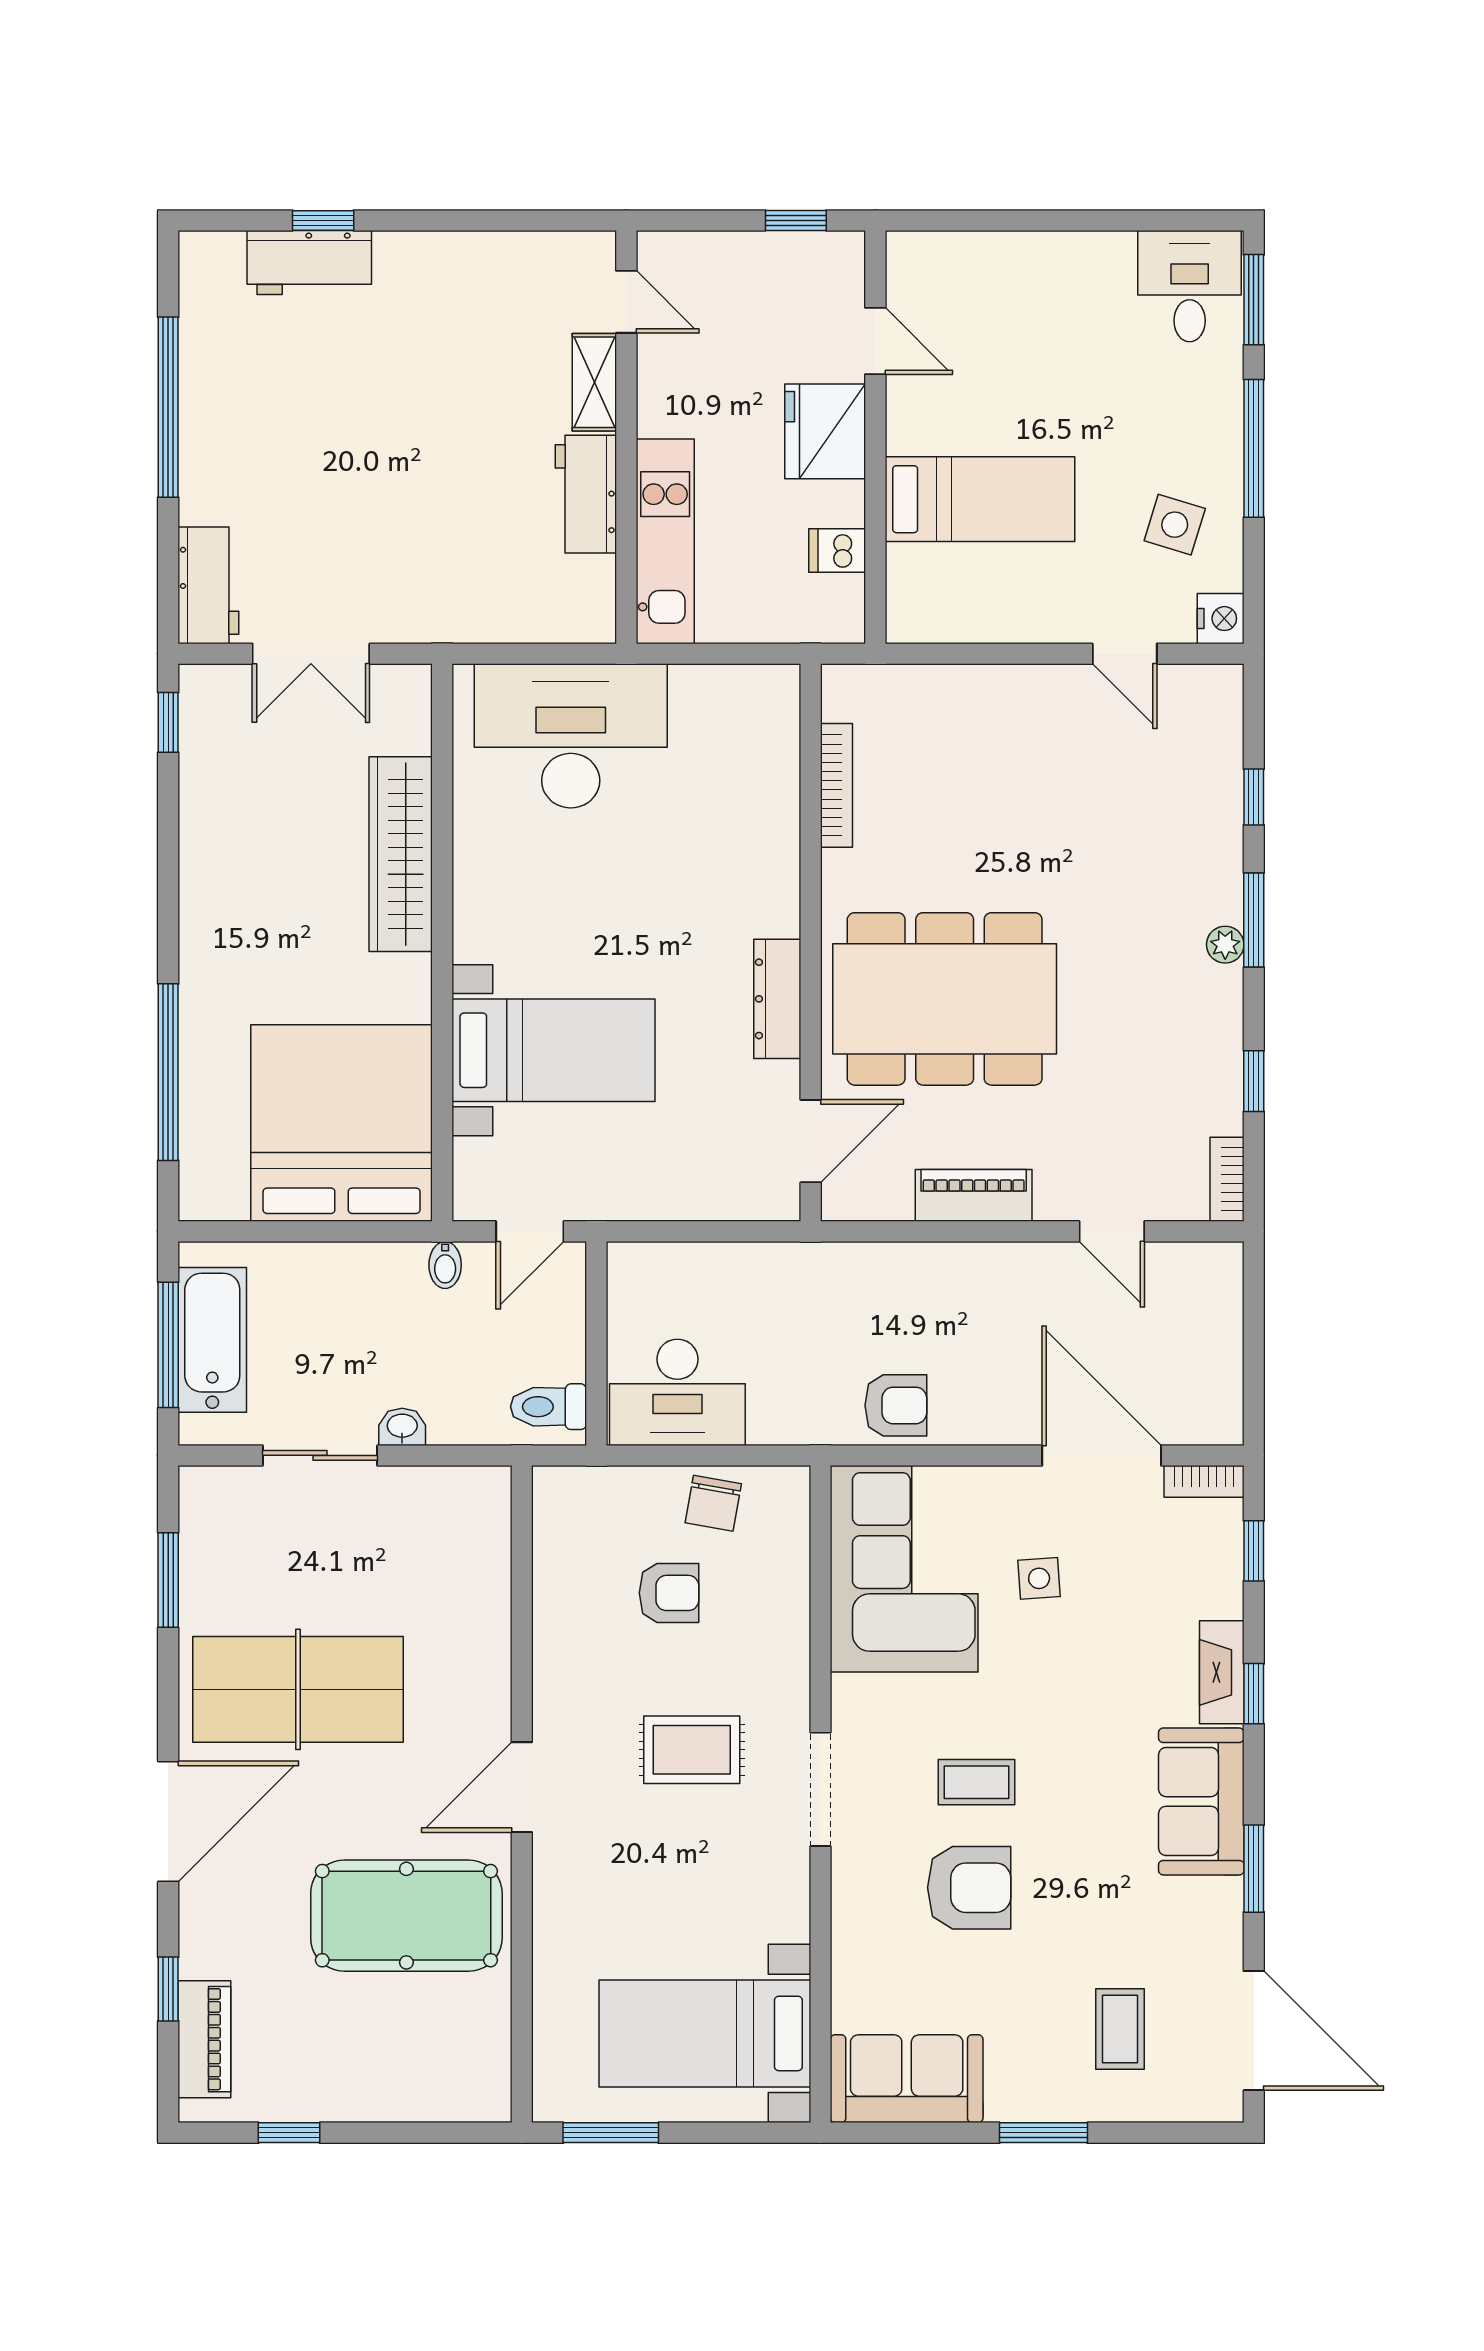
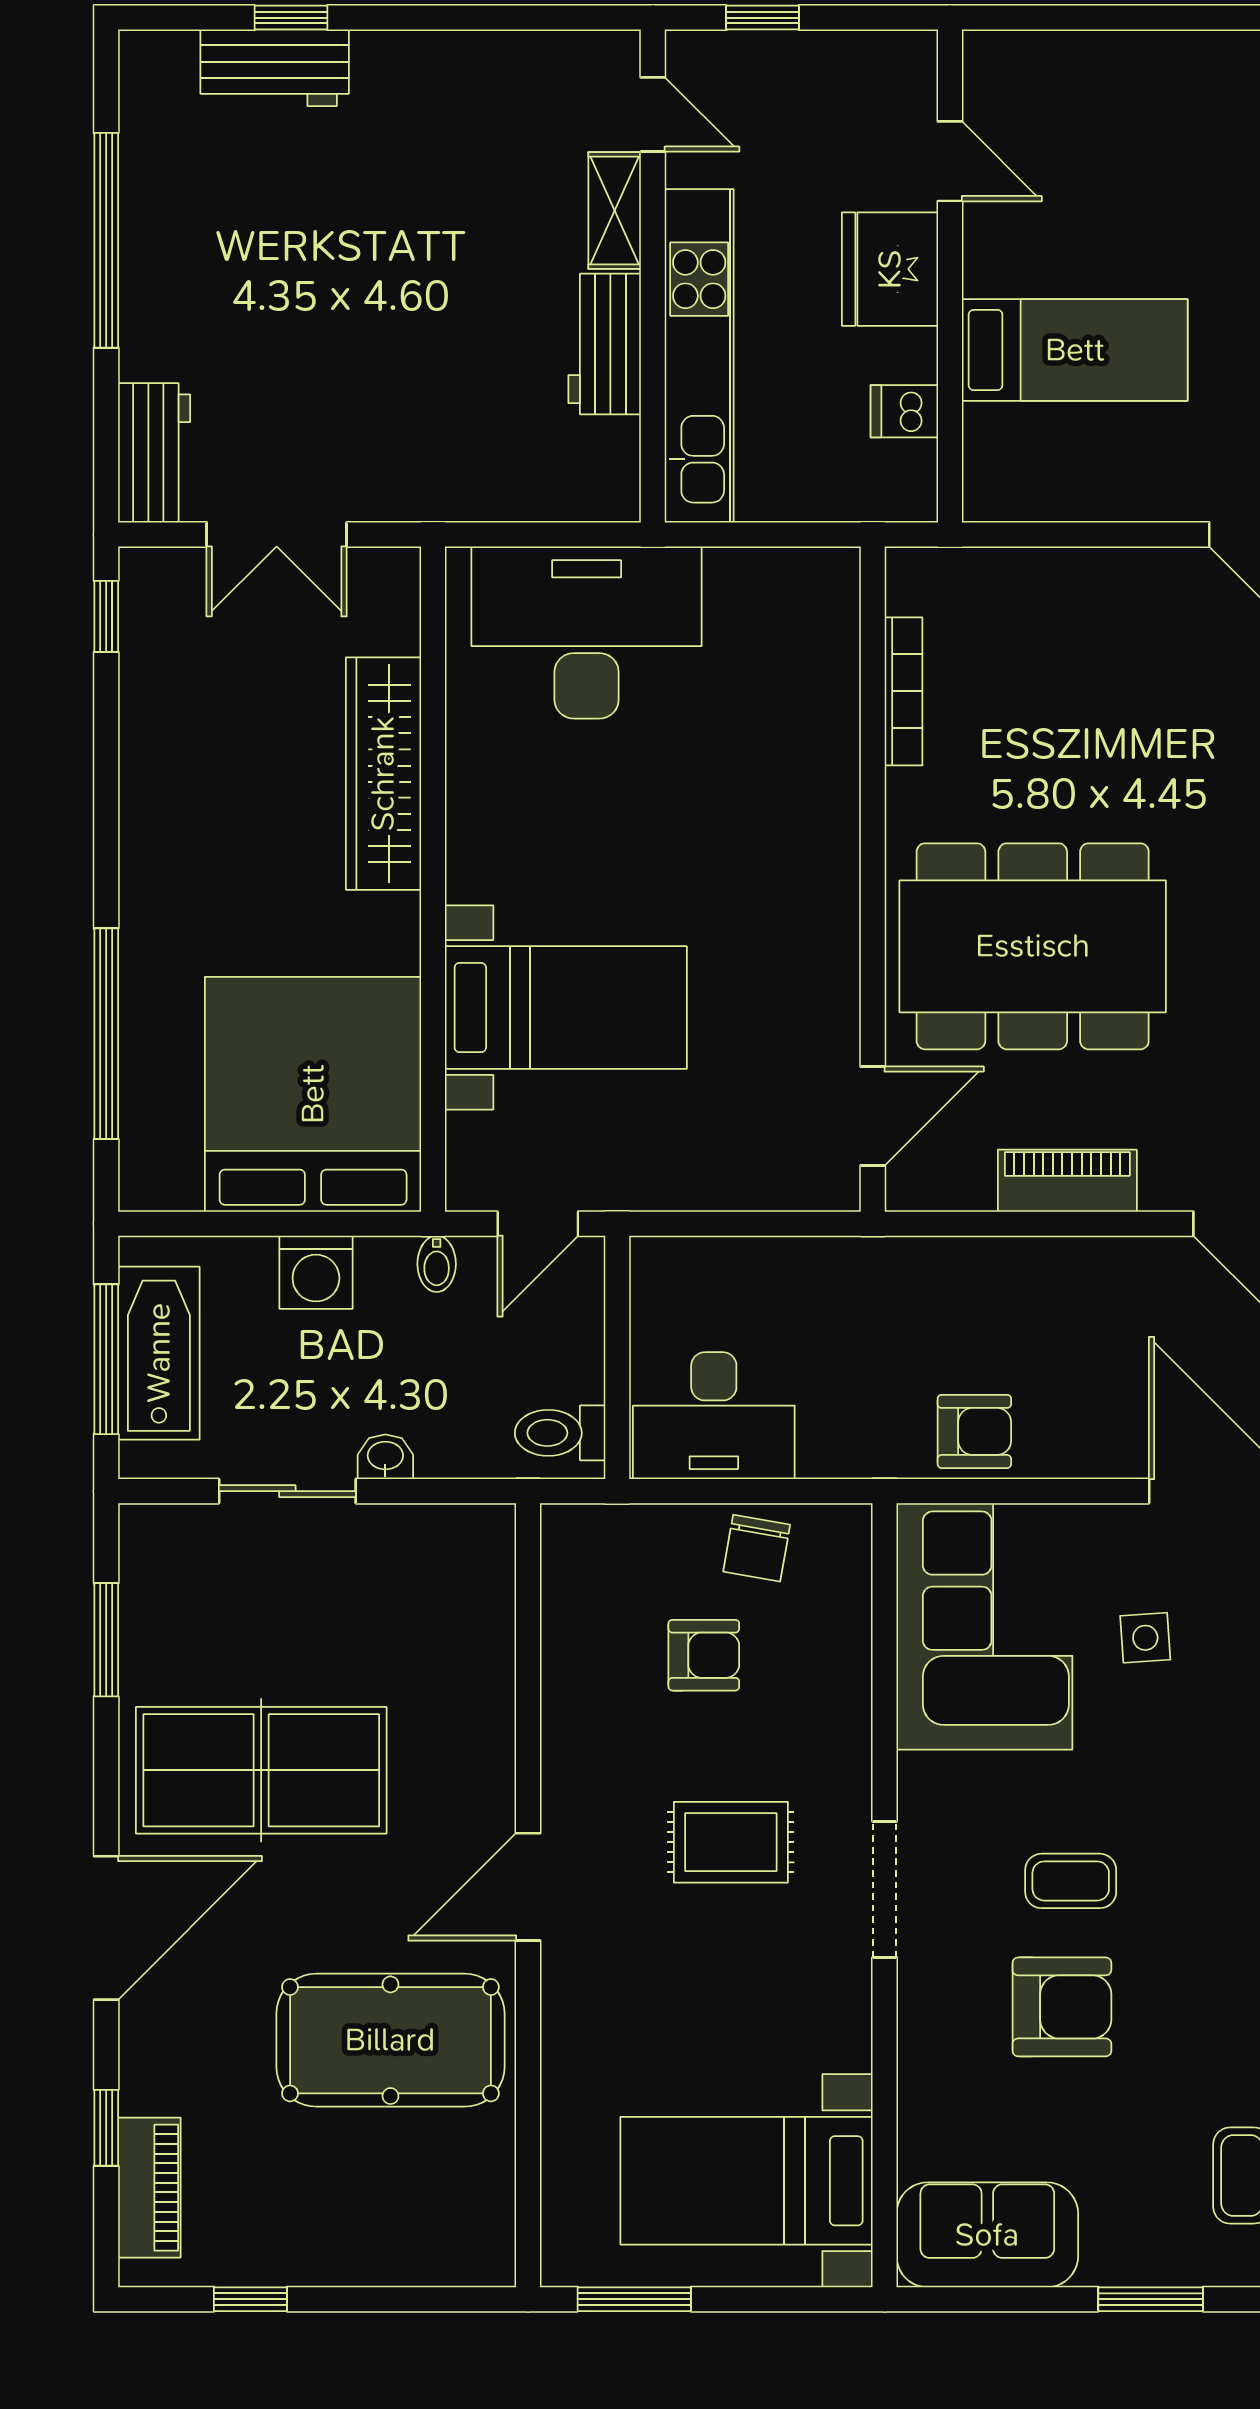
window: (796, 221) -> (763, 18), moved
kitchen unit: (665, 541) -> (699, 356), width x1.36
dresser: (777, 999) -> (833, 946), removed
washing machine: (344, 1272) -> (316, 1272), added

